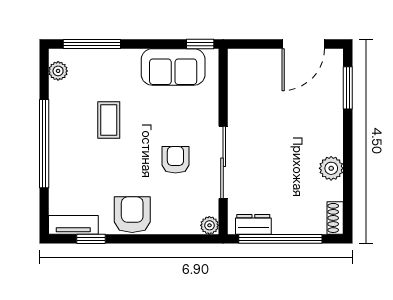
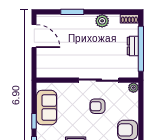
window: (200, 44) -> (34, 121), moved
window: (348, 88) -> (72, 12), moved
dresser: (253, 224) -> (133, 46), moved

